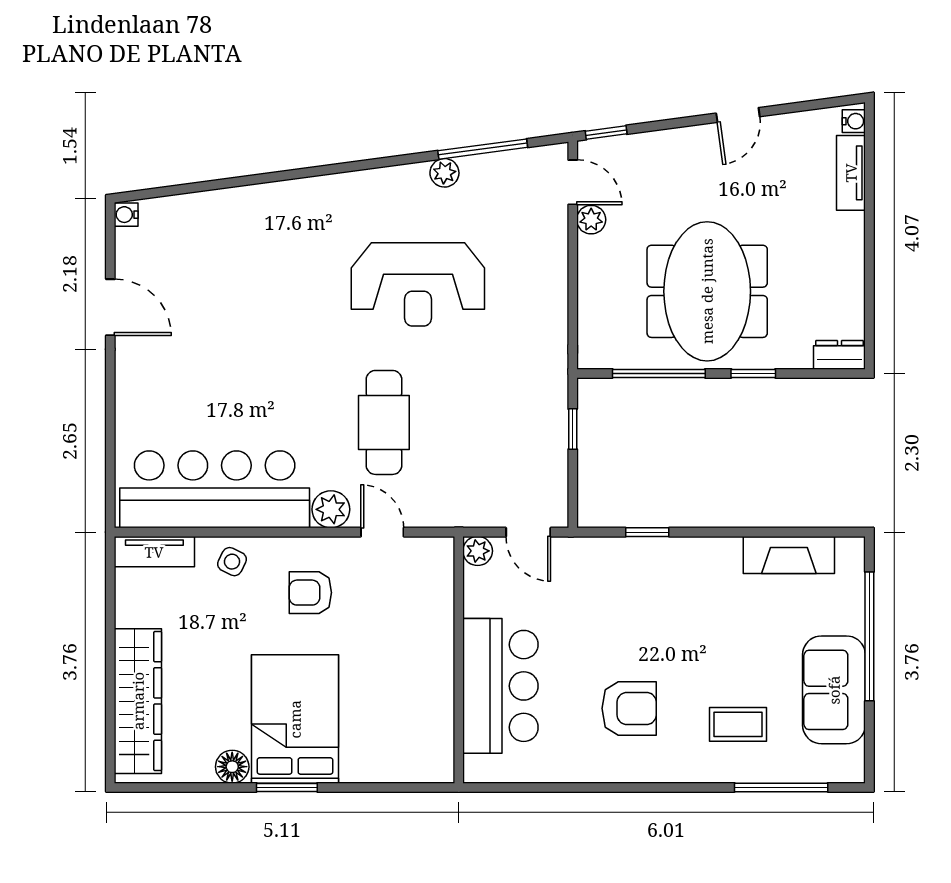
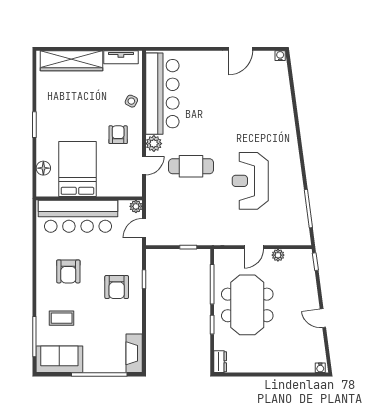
plant: (444, 173) -> (298, 192), removed
tv unit: (851, 173) -> (298, 367), removed
door: (573, 182) -> (254, 247), moved
meeting table: (707, 291) -> (247, 305), turned 90
tv unit: (154, 552) -> (121, 57), moved, turned -90
fireplace: (789, 555) -> (134, 353), moved
armchair: (666, 596) -> (117, 287), added
bar counter: (500, 686) -> (78, 216), width x1.36
sofa: (834, 690) -> (59, 359), moved
bed: (295, 719) -> (77, 169), moved, turned -90
coffee table: (738, 724) -> (62, 318), turned 90
floor lamp: (232, 767) -> (43, 168), moved

